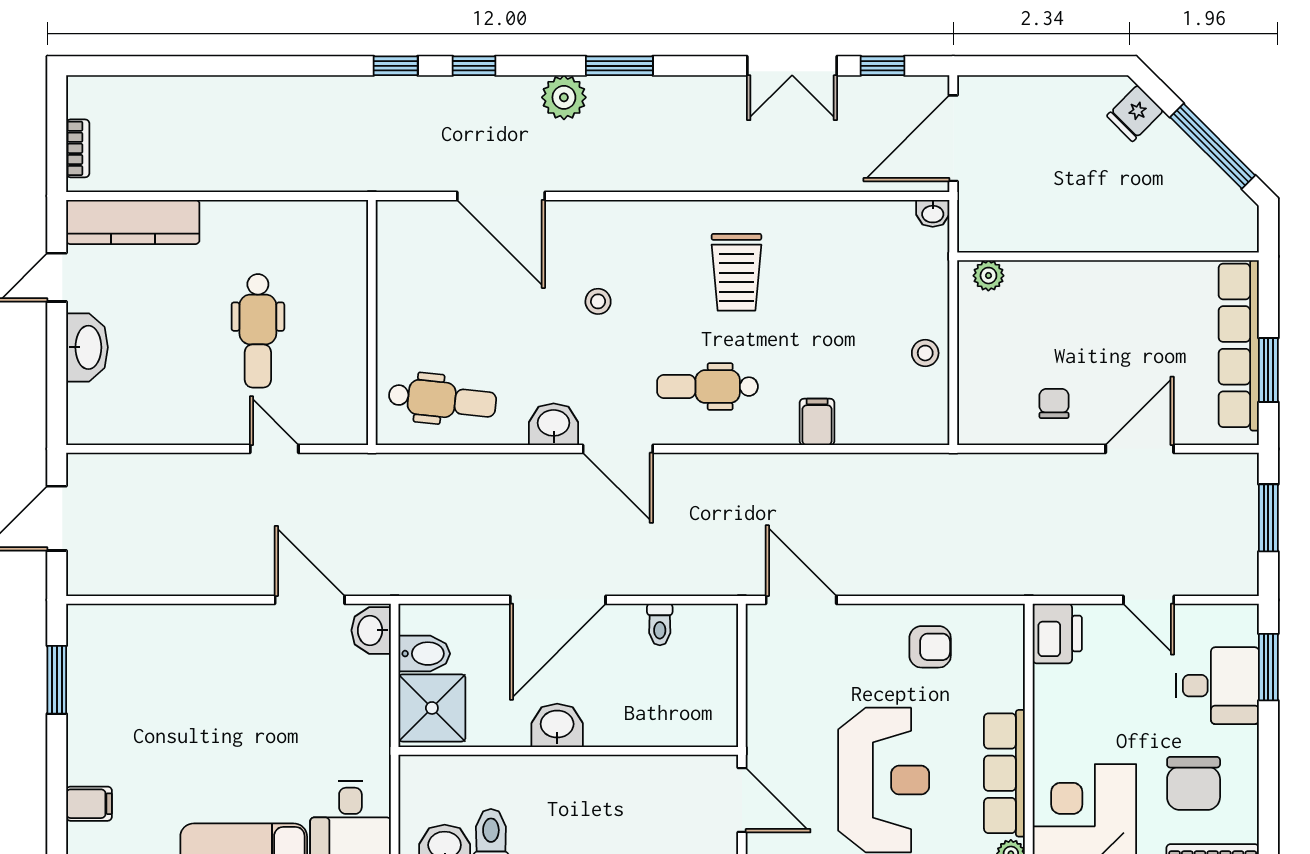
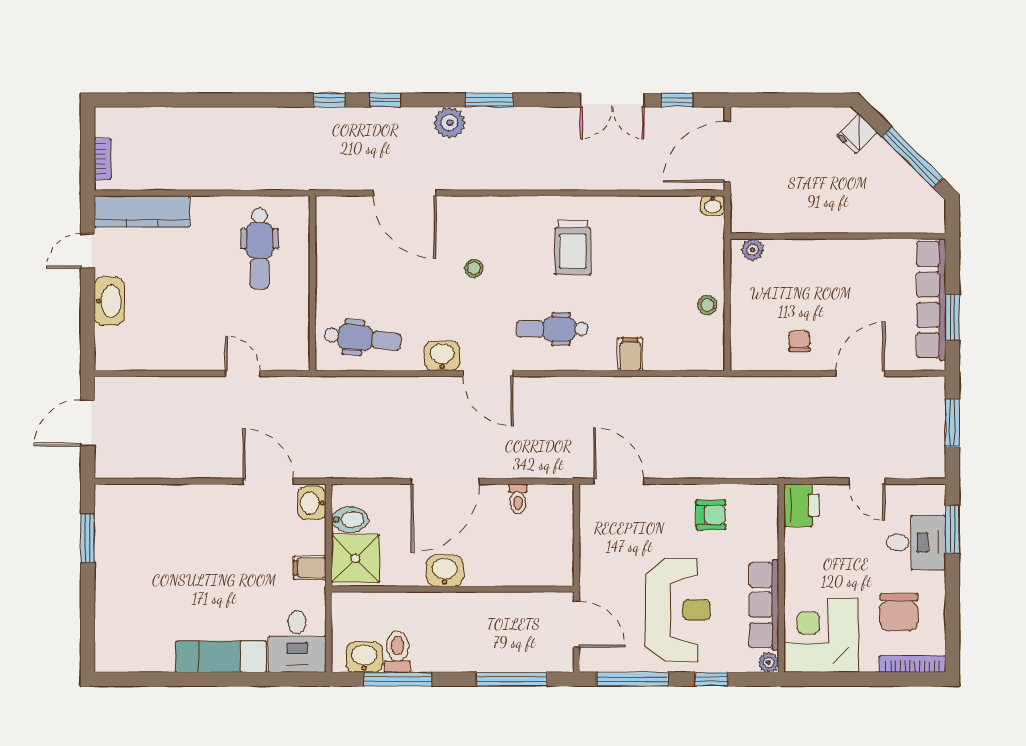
dental chair: (258, 331) -> (260, 249), moved
filing cabinet: (89, 804) -> (310, 568), moved, turned 180

